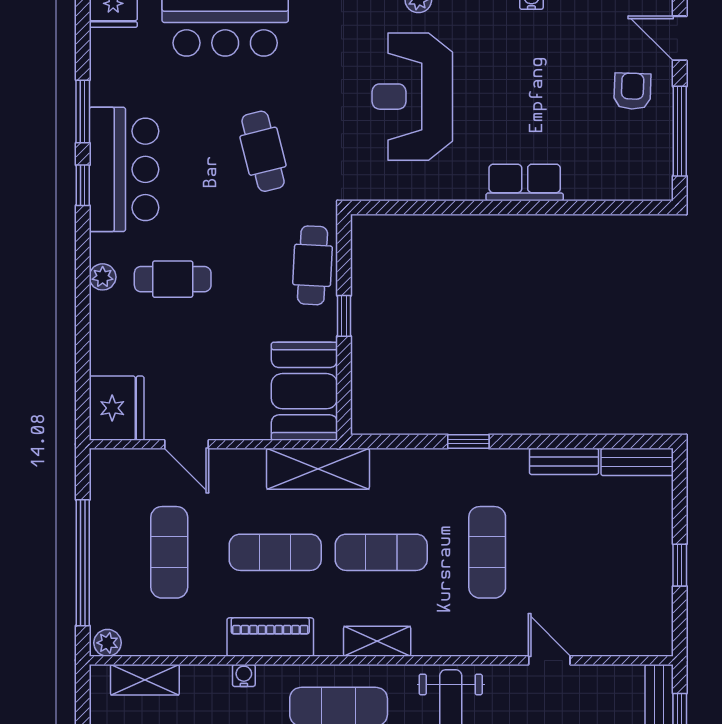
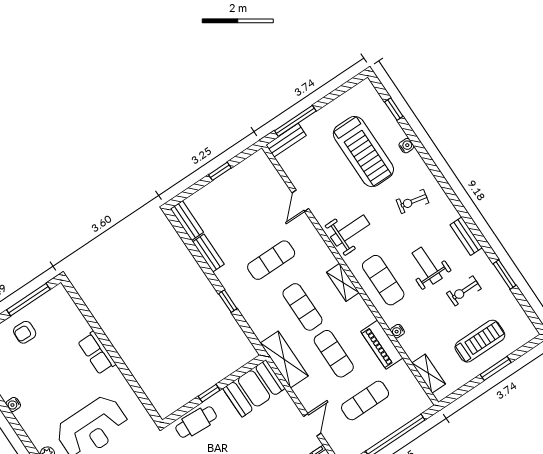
piano: (270, 637) -> (382, 345), moved
plant: (108, 643) -> (423, 401), removed

